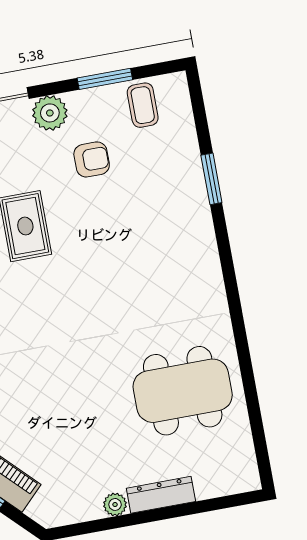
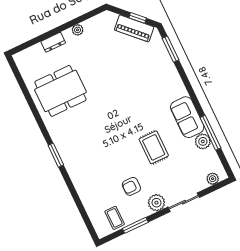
window: (211, 179) -> (56, 155), moved
dresser: (161, 495) -> (53, 42), width x0.70

